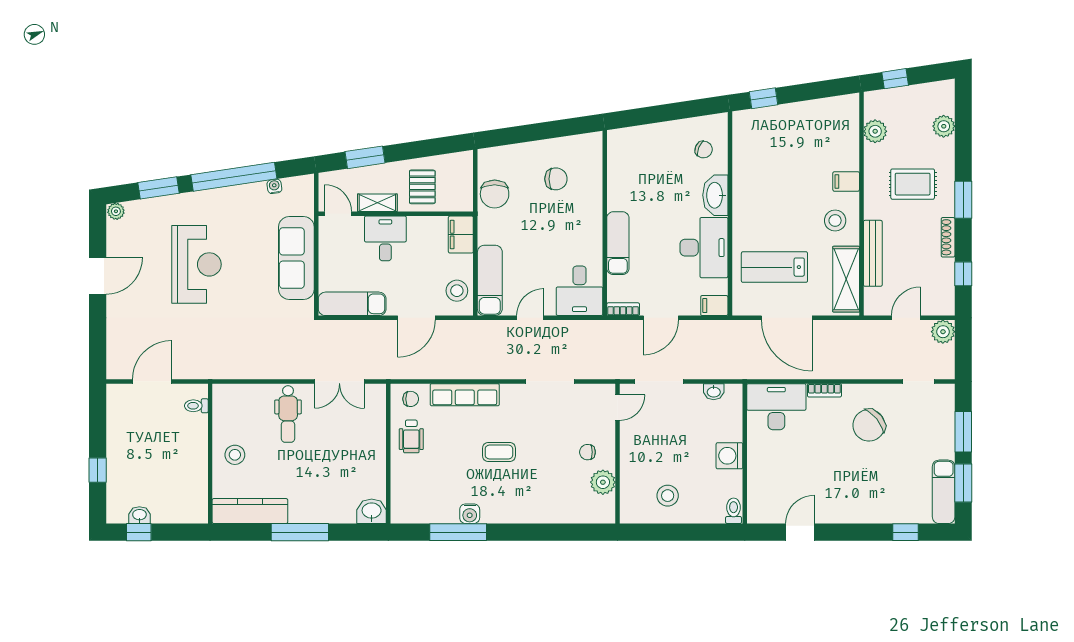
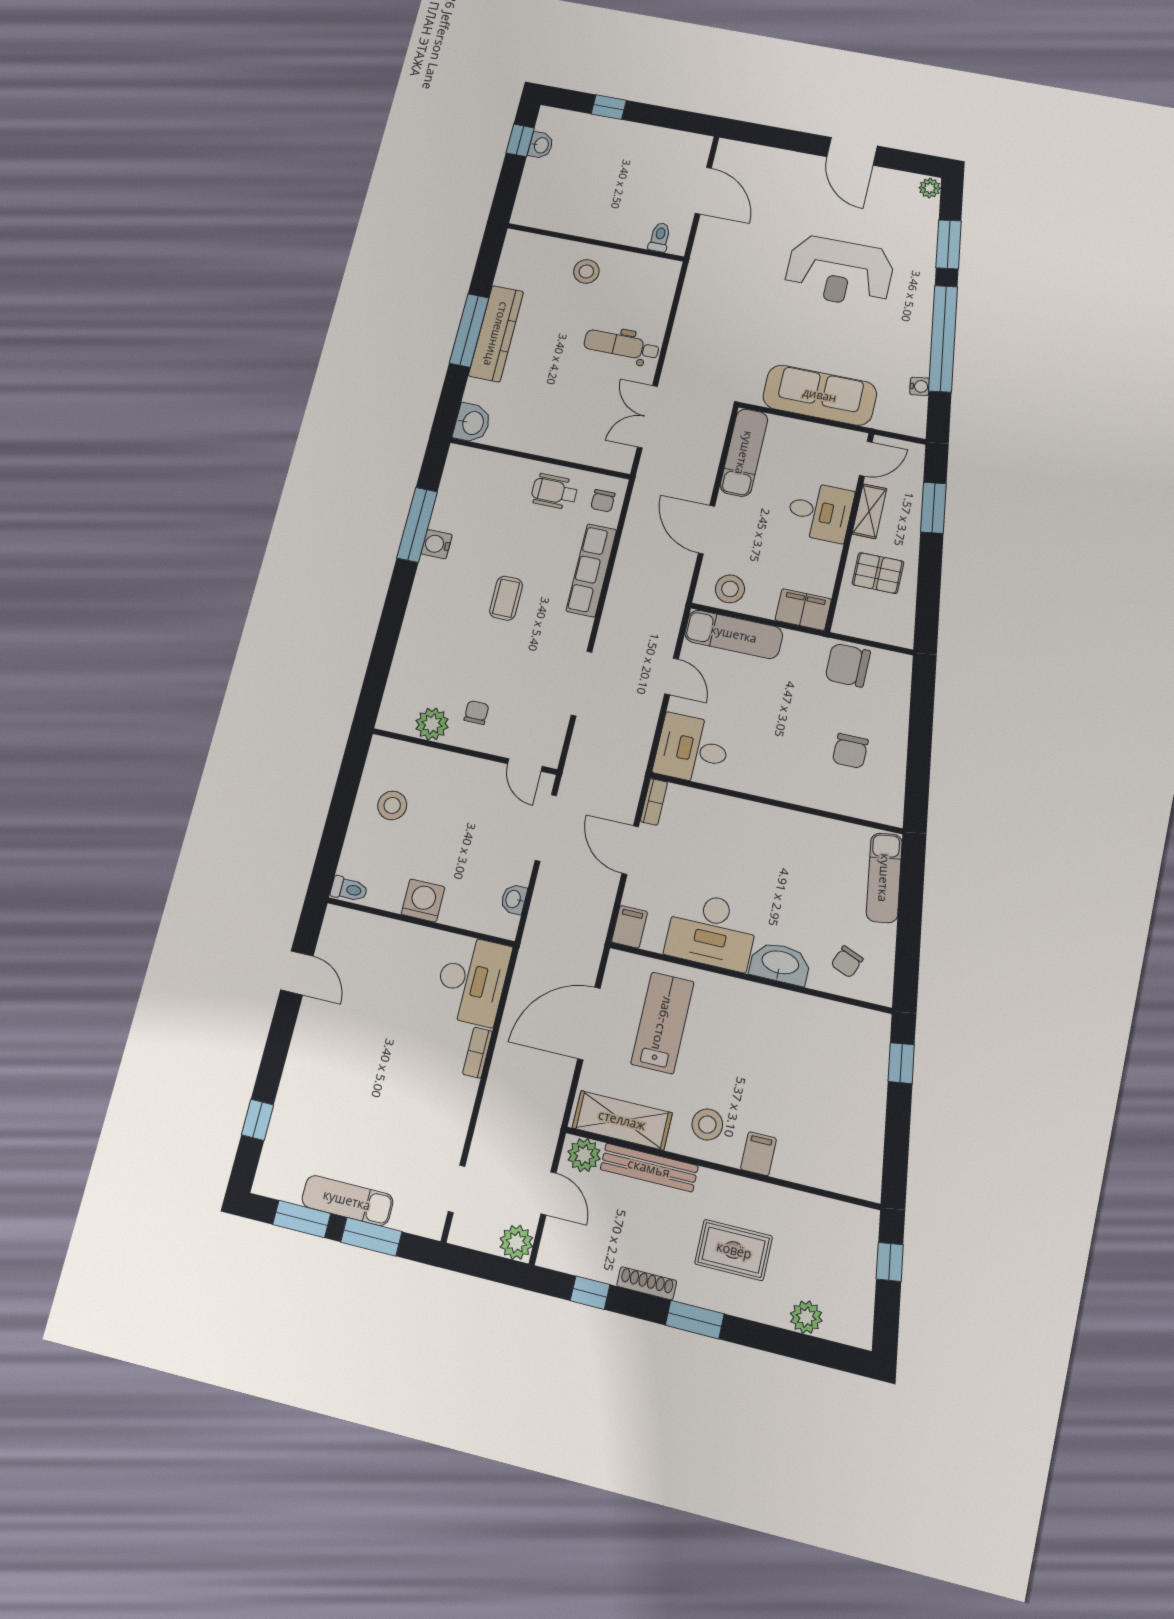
plant: (875, 131) -> (584, 1155), moved
rug: (913, 184) -> (734, 1250), turned 90
exam couch: (618, 243) -> (884, 878), moved, turned 82
chair: (869, 425) -> (414, 1104), removed
exam couch: (944, 492) -> (347, 1200), moved
kitchen counter: (250, 511) -> (496, 334), moved

